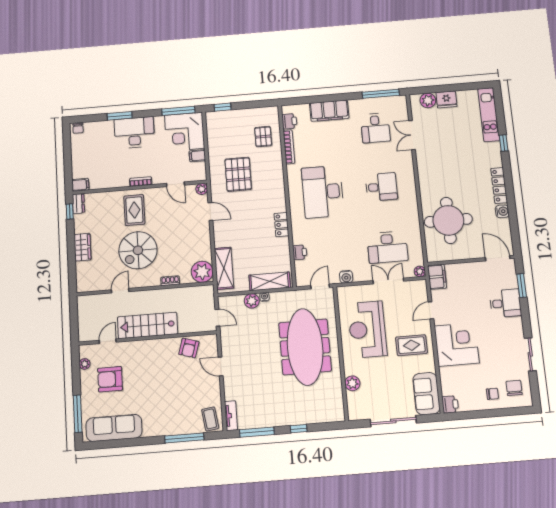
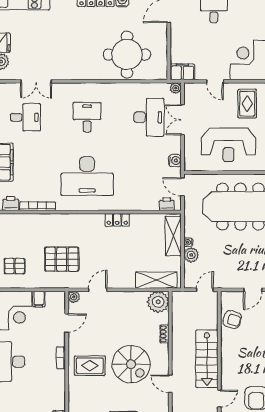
pallet: (263, 137) -> (15, 266), moved
printer: (300, 252) -> (167, 204), moved
door: (108, 341) -> (219, 398), swing flipped

